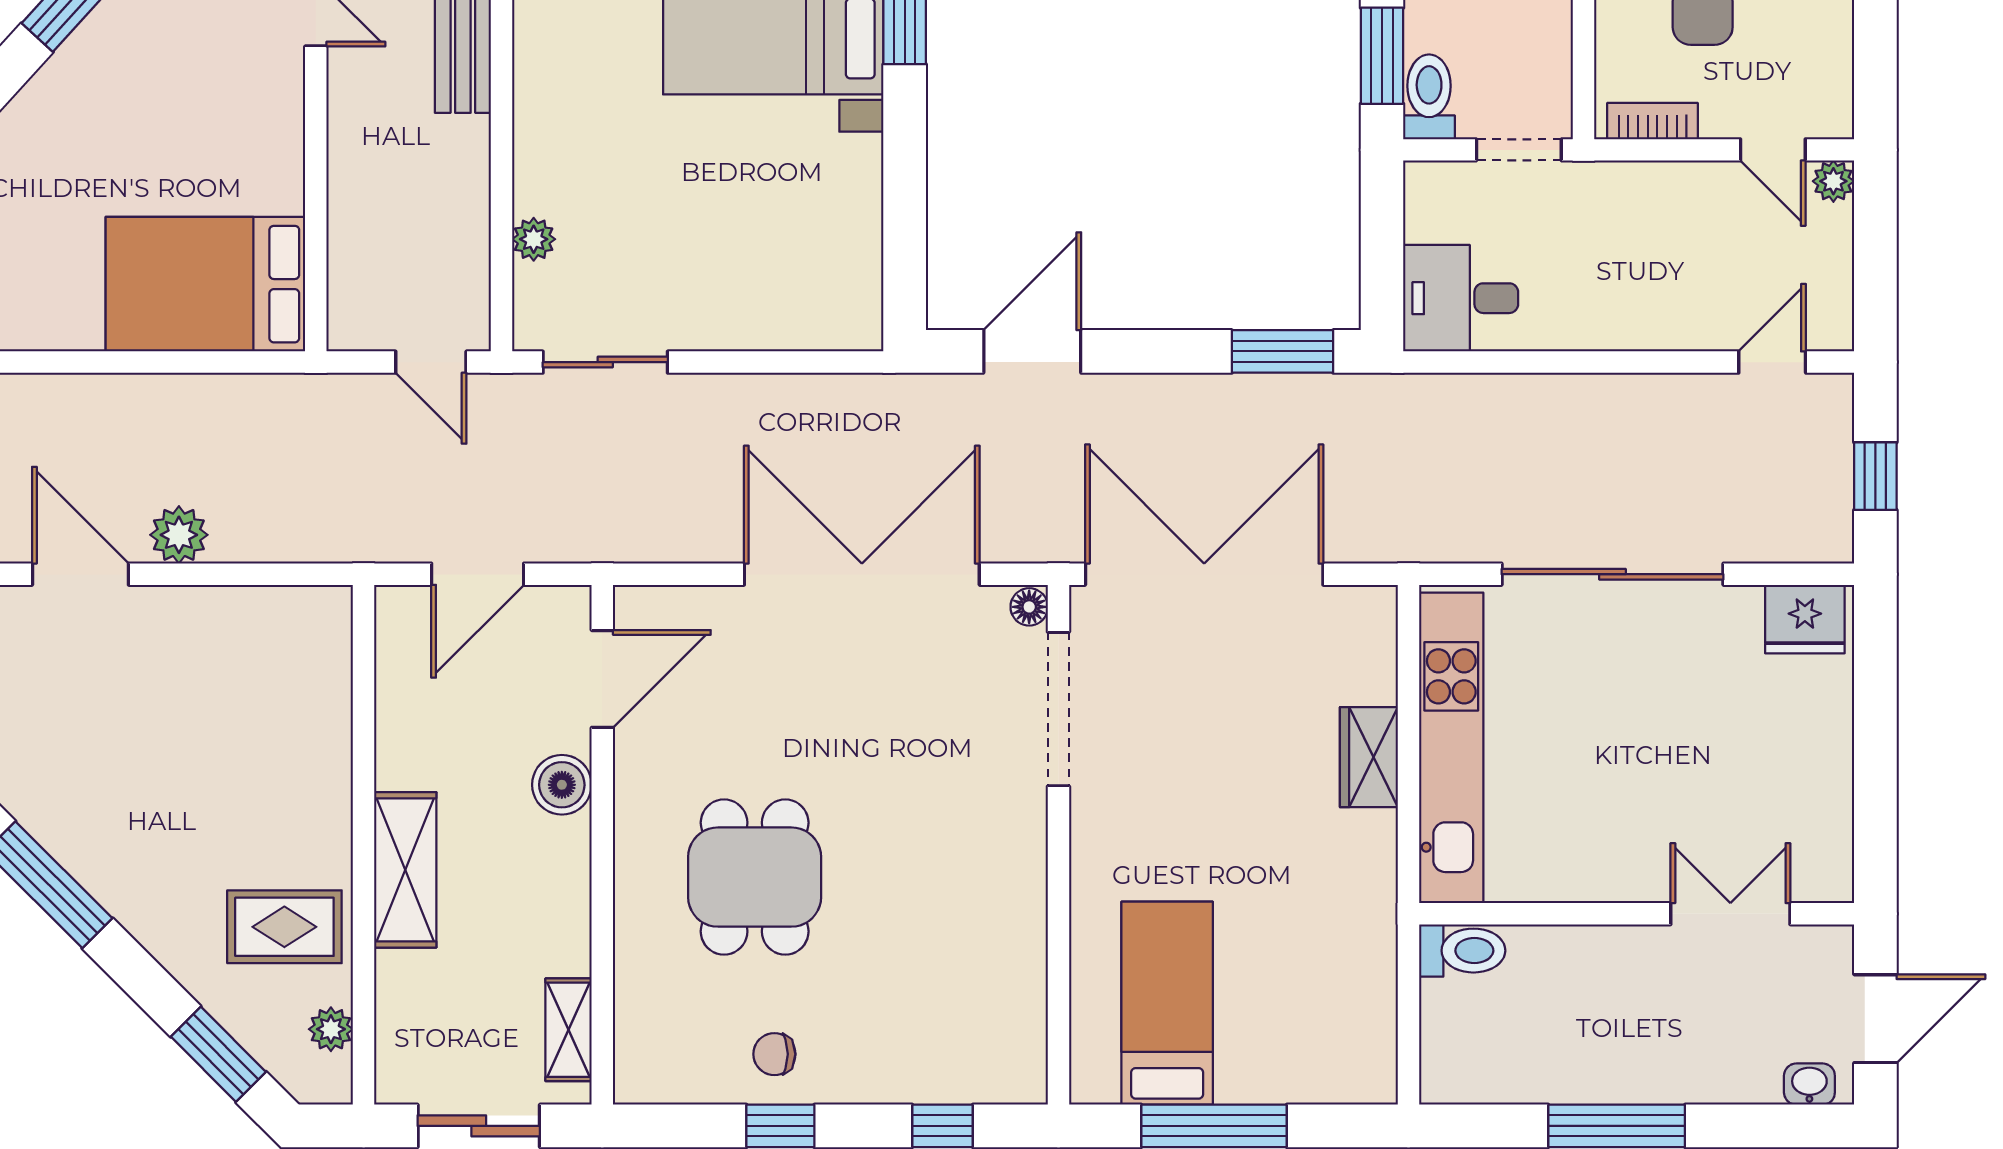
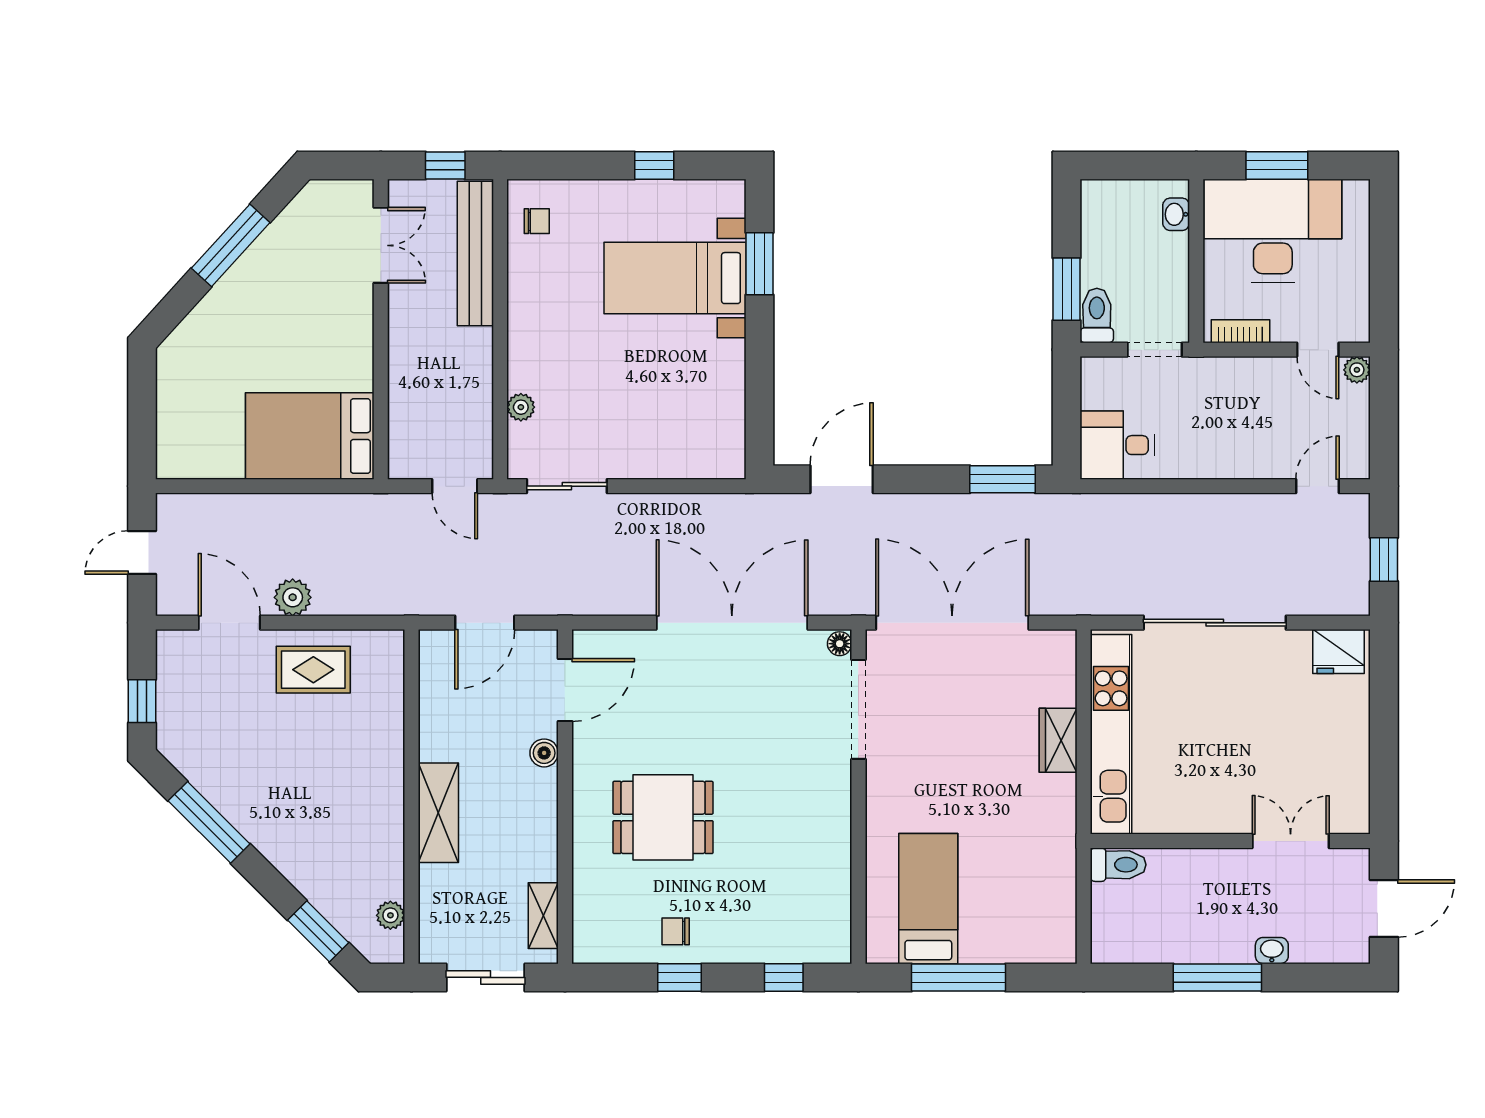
boiler: (562, 785) -> (544, 753), width x0.73, depth x0.73
dining table: (755, 877) -> (663, 817), turned 90
rug: (284, 927) -> (313, 670), moved
washbasin: (1809, 1084) -> (1272, 951), moved

